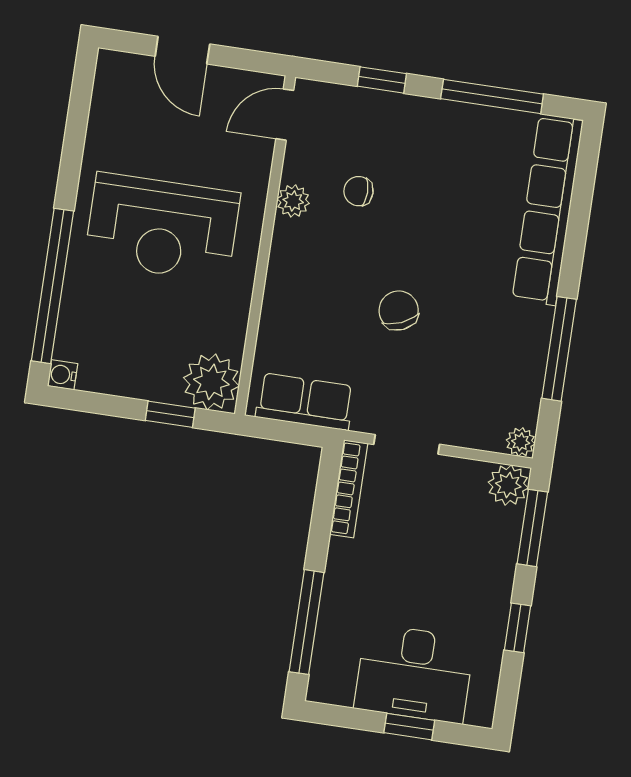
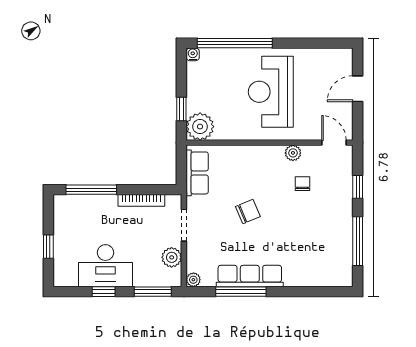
row of seats: (548, 210) -> (250, 276), moved, width x0.73
plant: (508, 485) -> (172, 257), moved
bookcase: (349, 489) -> (141, 200), moved
desk: (414, 673) -> (105, 266), moved, turned -90

